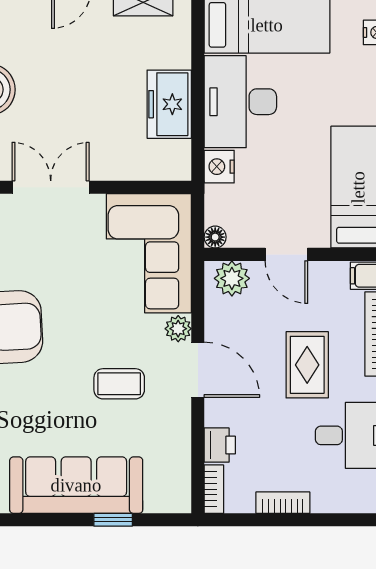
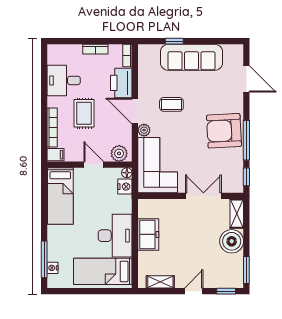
nightstand: (219, 167) -> (125, 187), moved
double door: (51, 187) -> (203, 196), swing flipped
printer: (220, 445) -> (121, 83), width x1.87, depth x1.48

